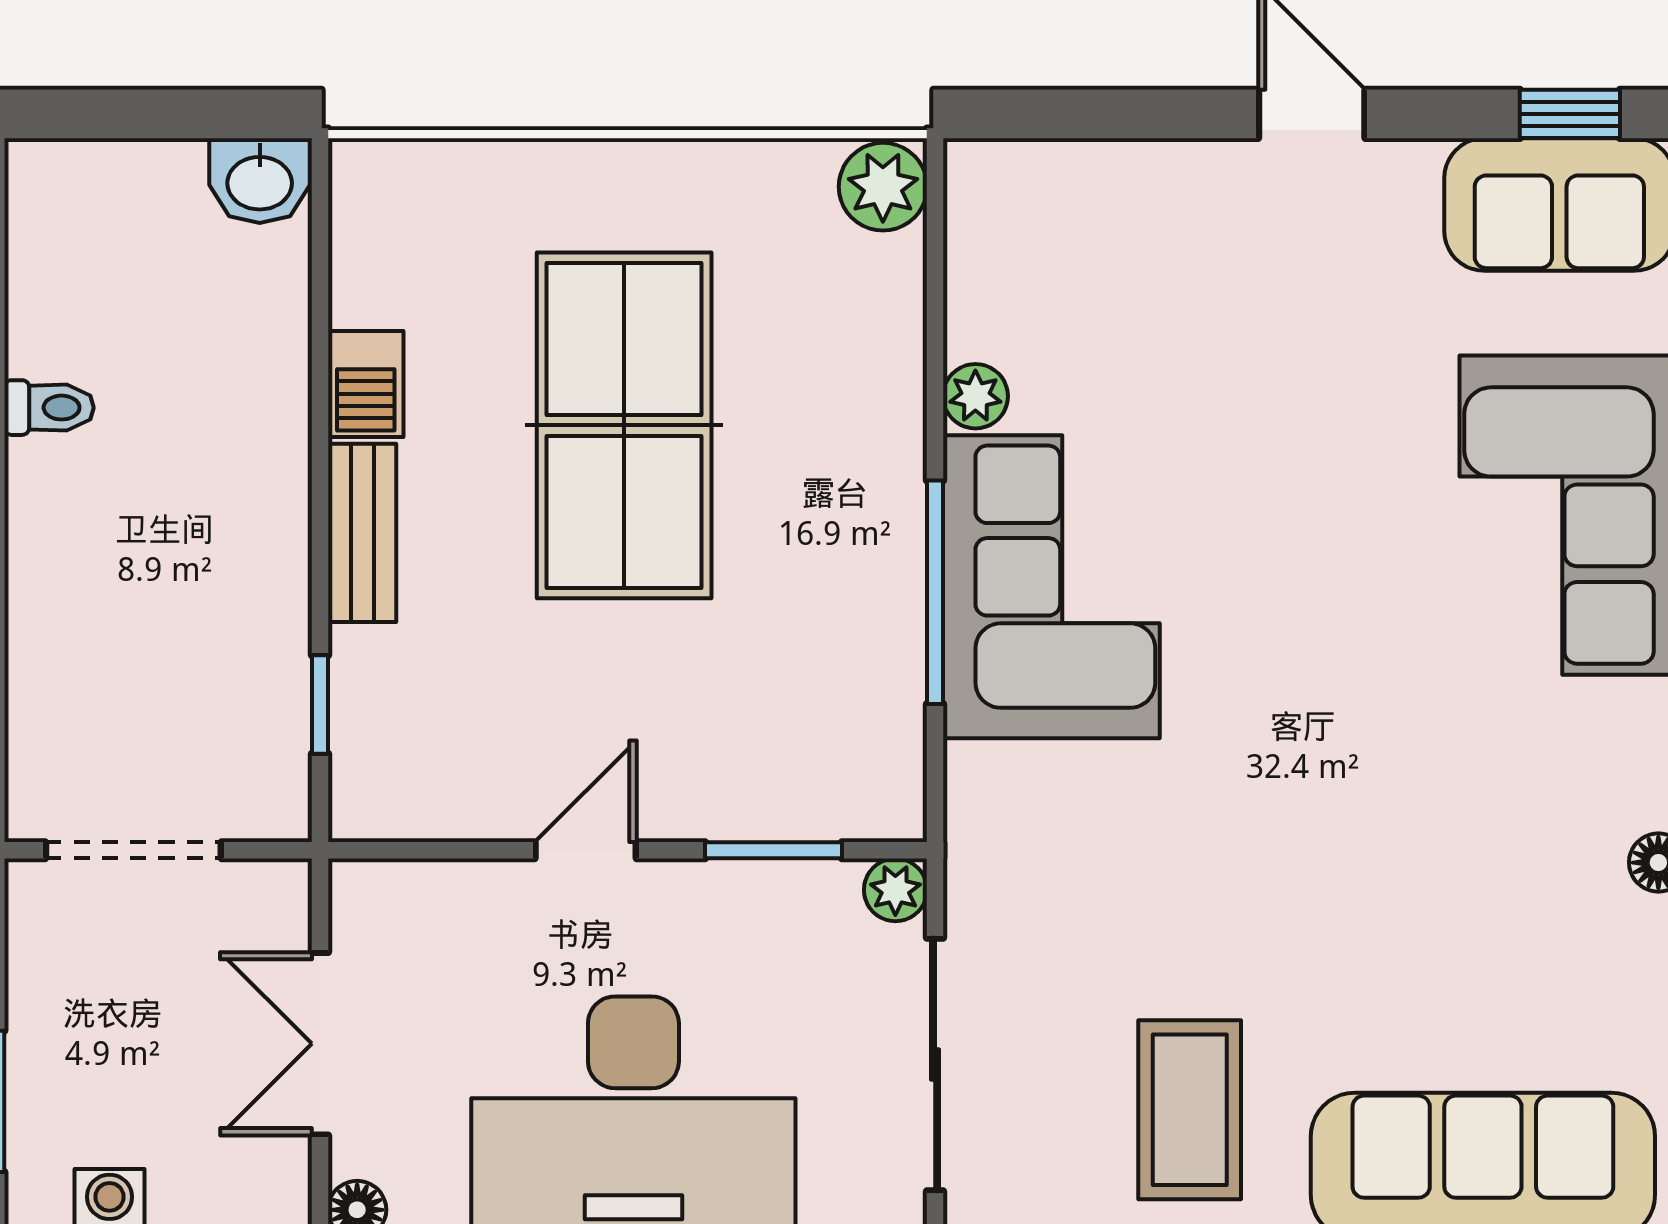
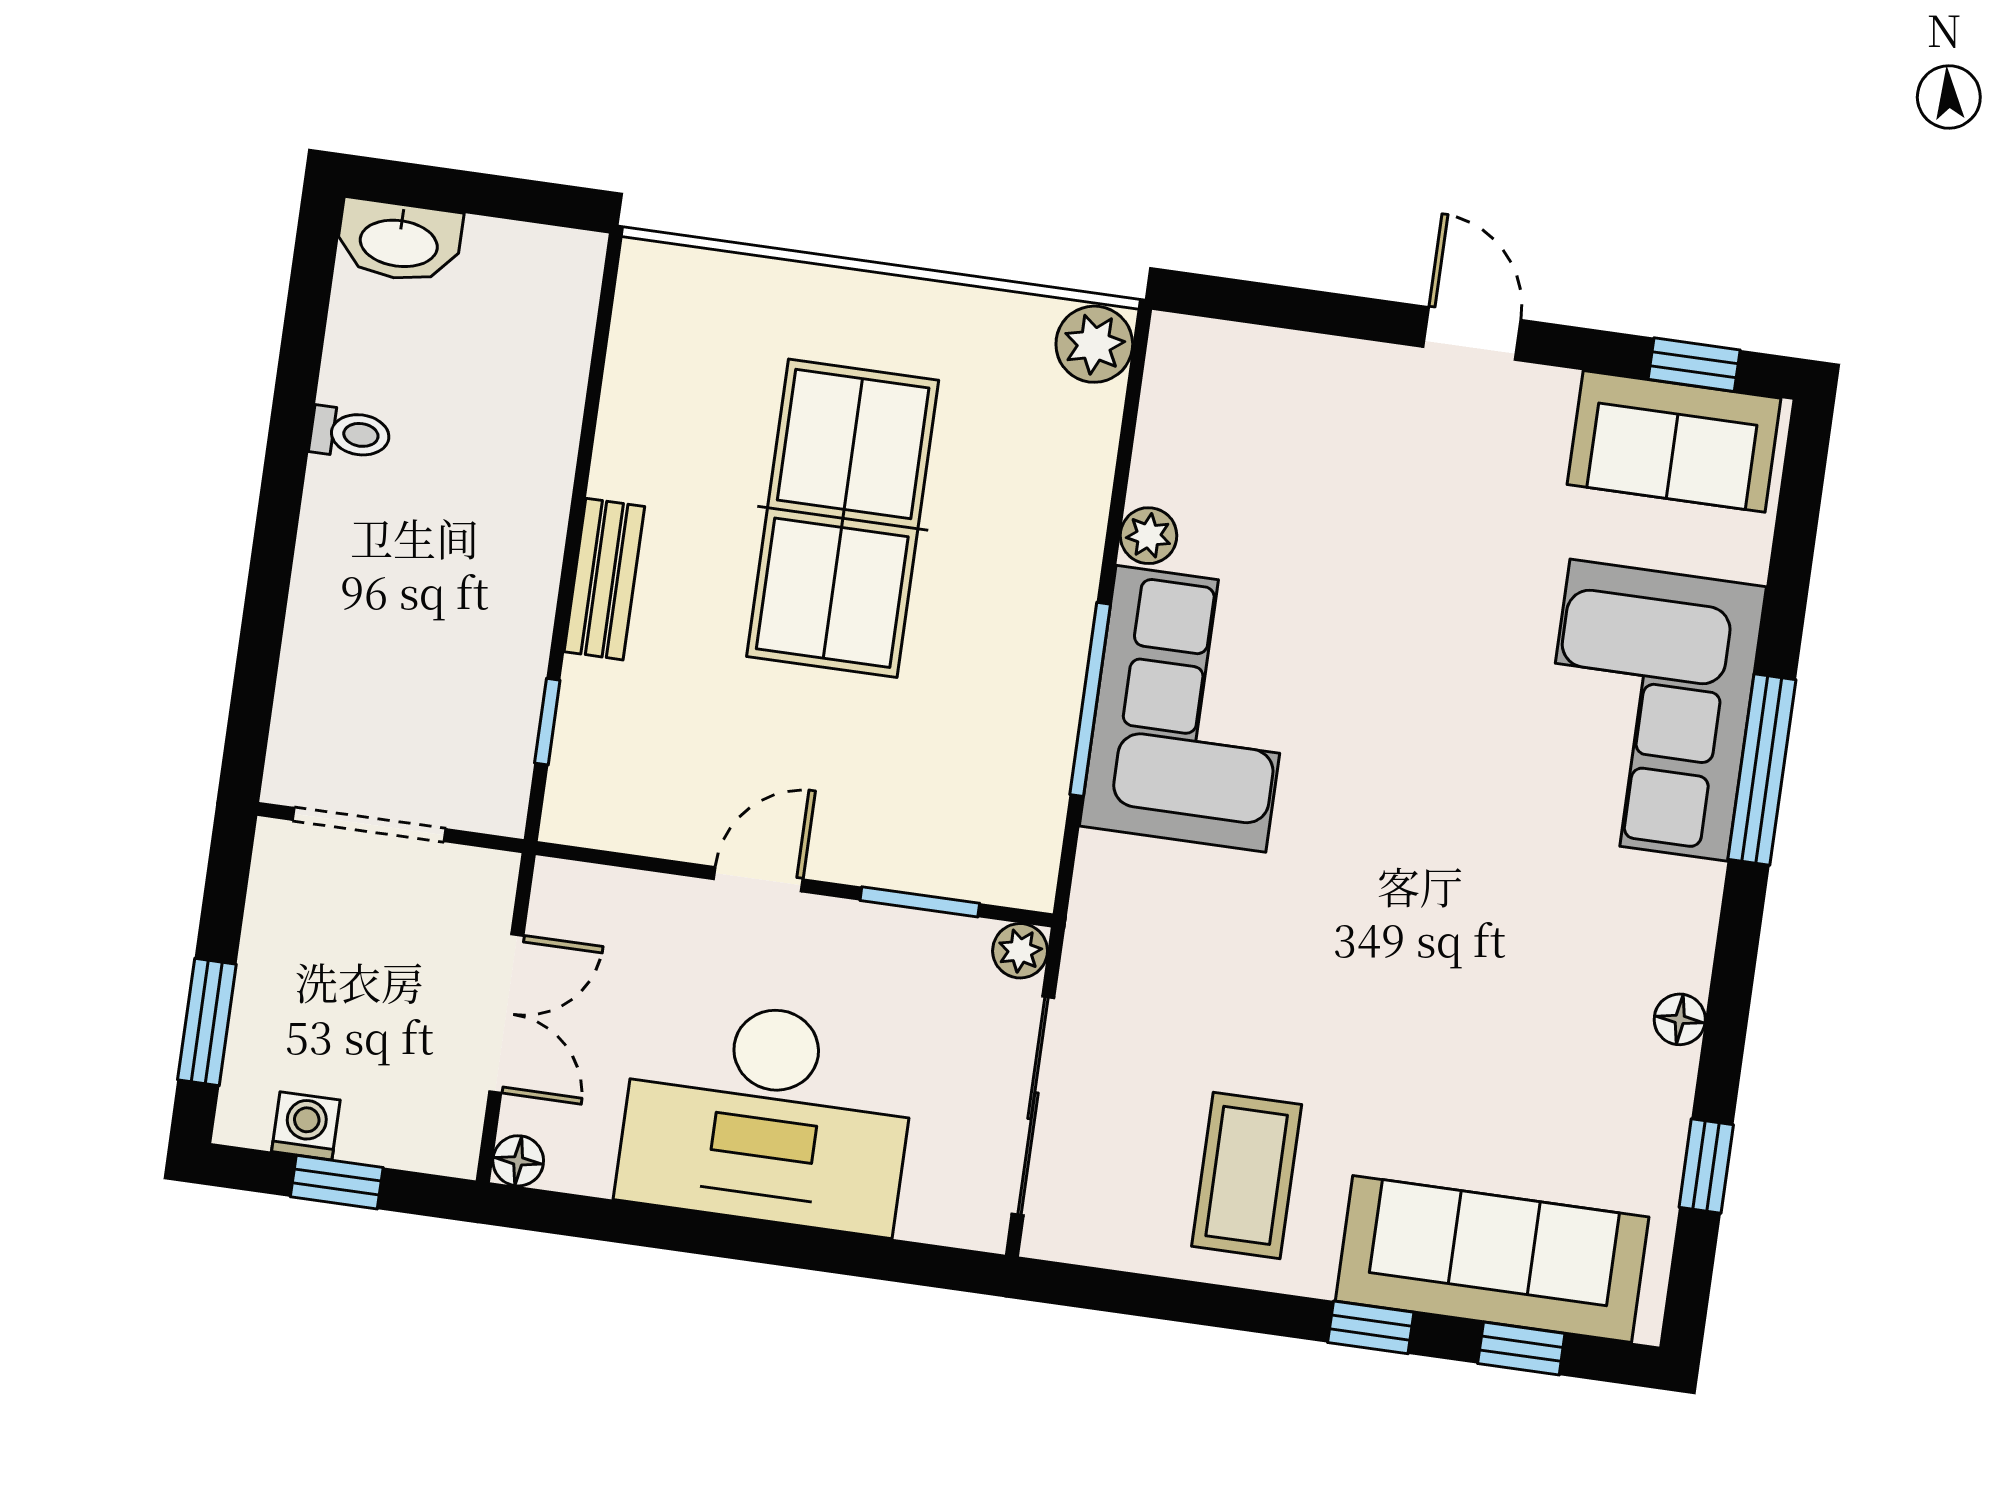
washbasin: (260, 181) -> (399, 241), moved, width x1.38
barbecue: (366, 384) -> (626, 451), removed
double door: (320, 1044) -> (506, 1013), swing flipped

